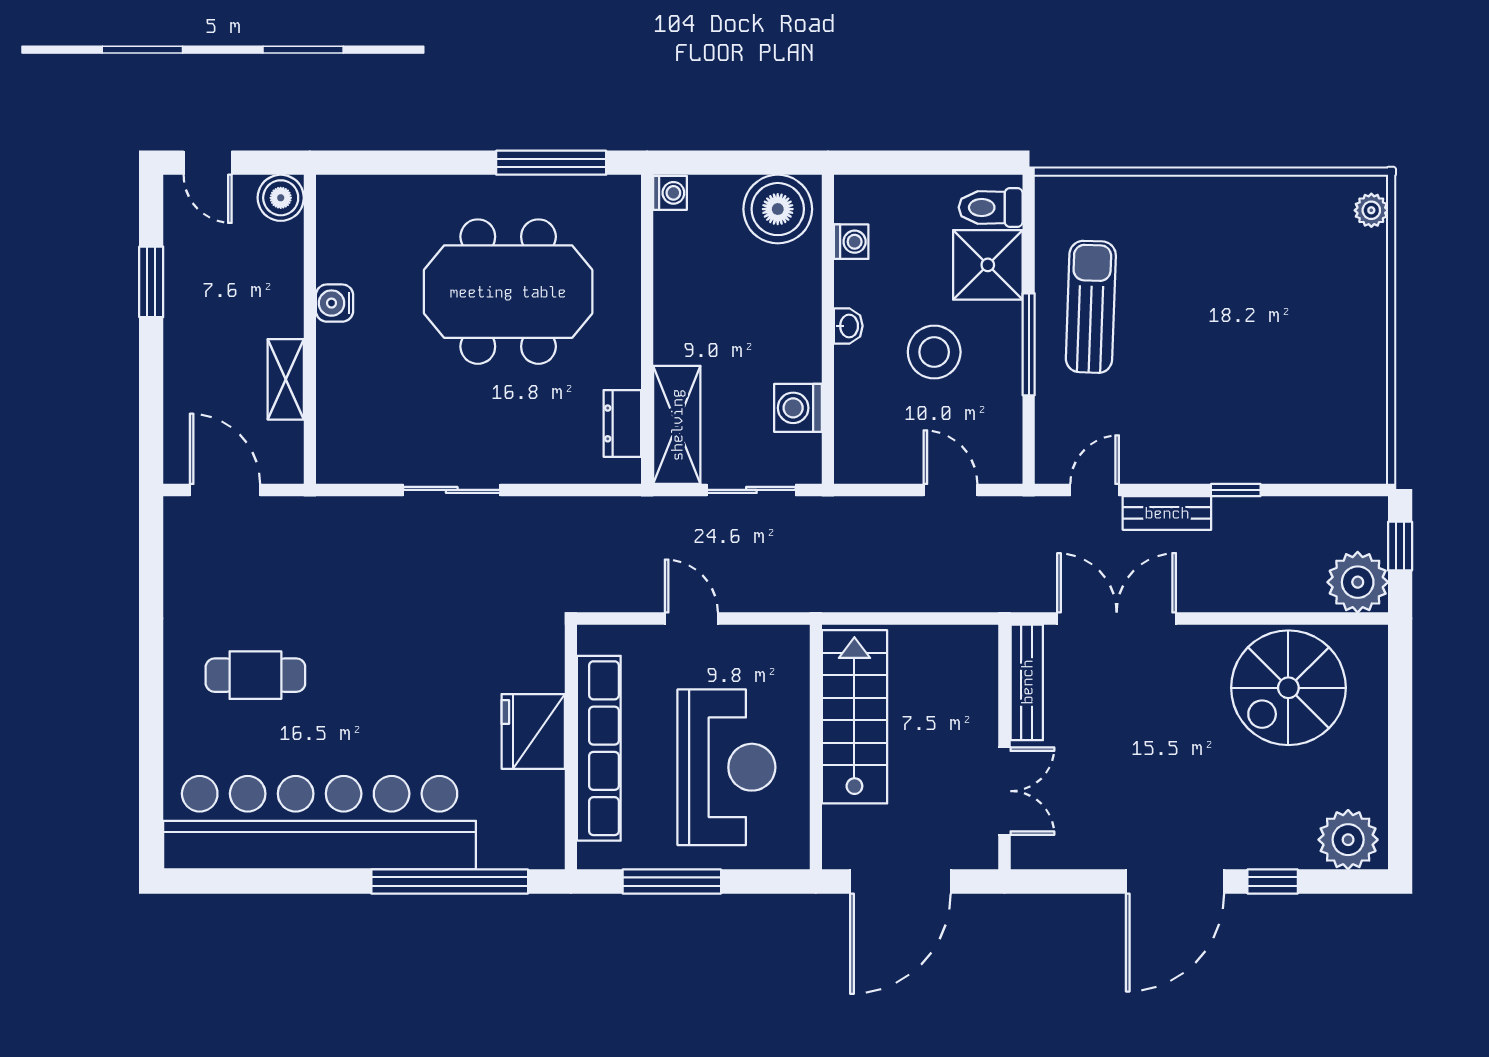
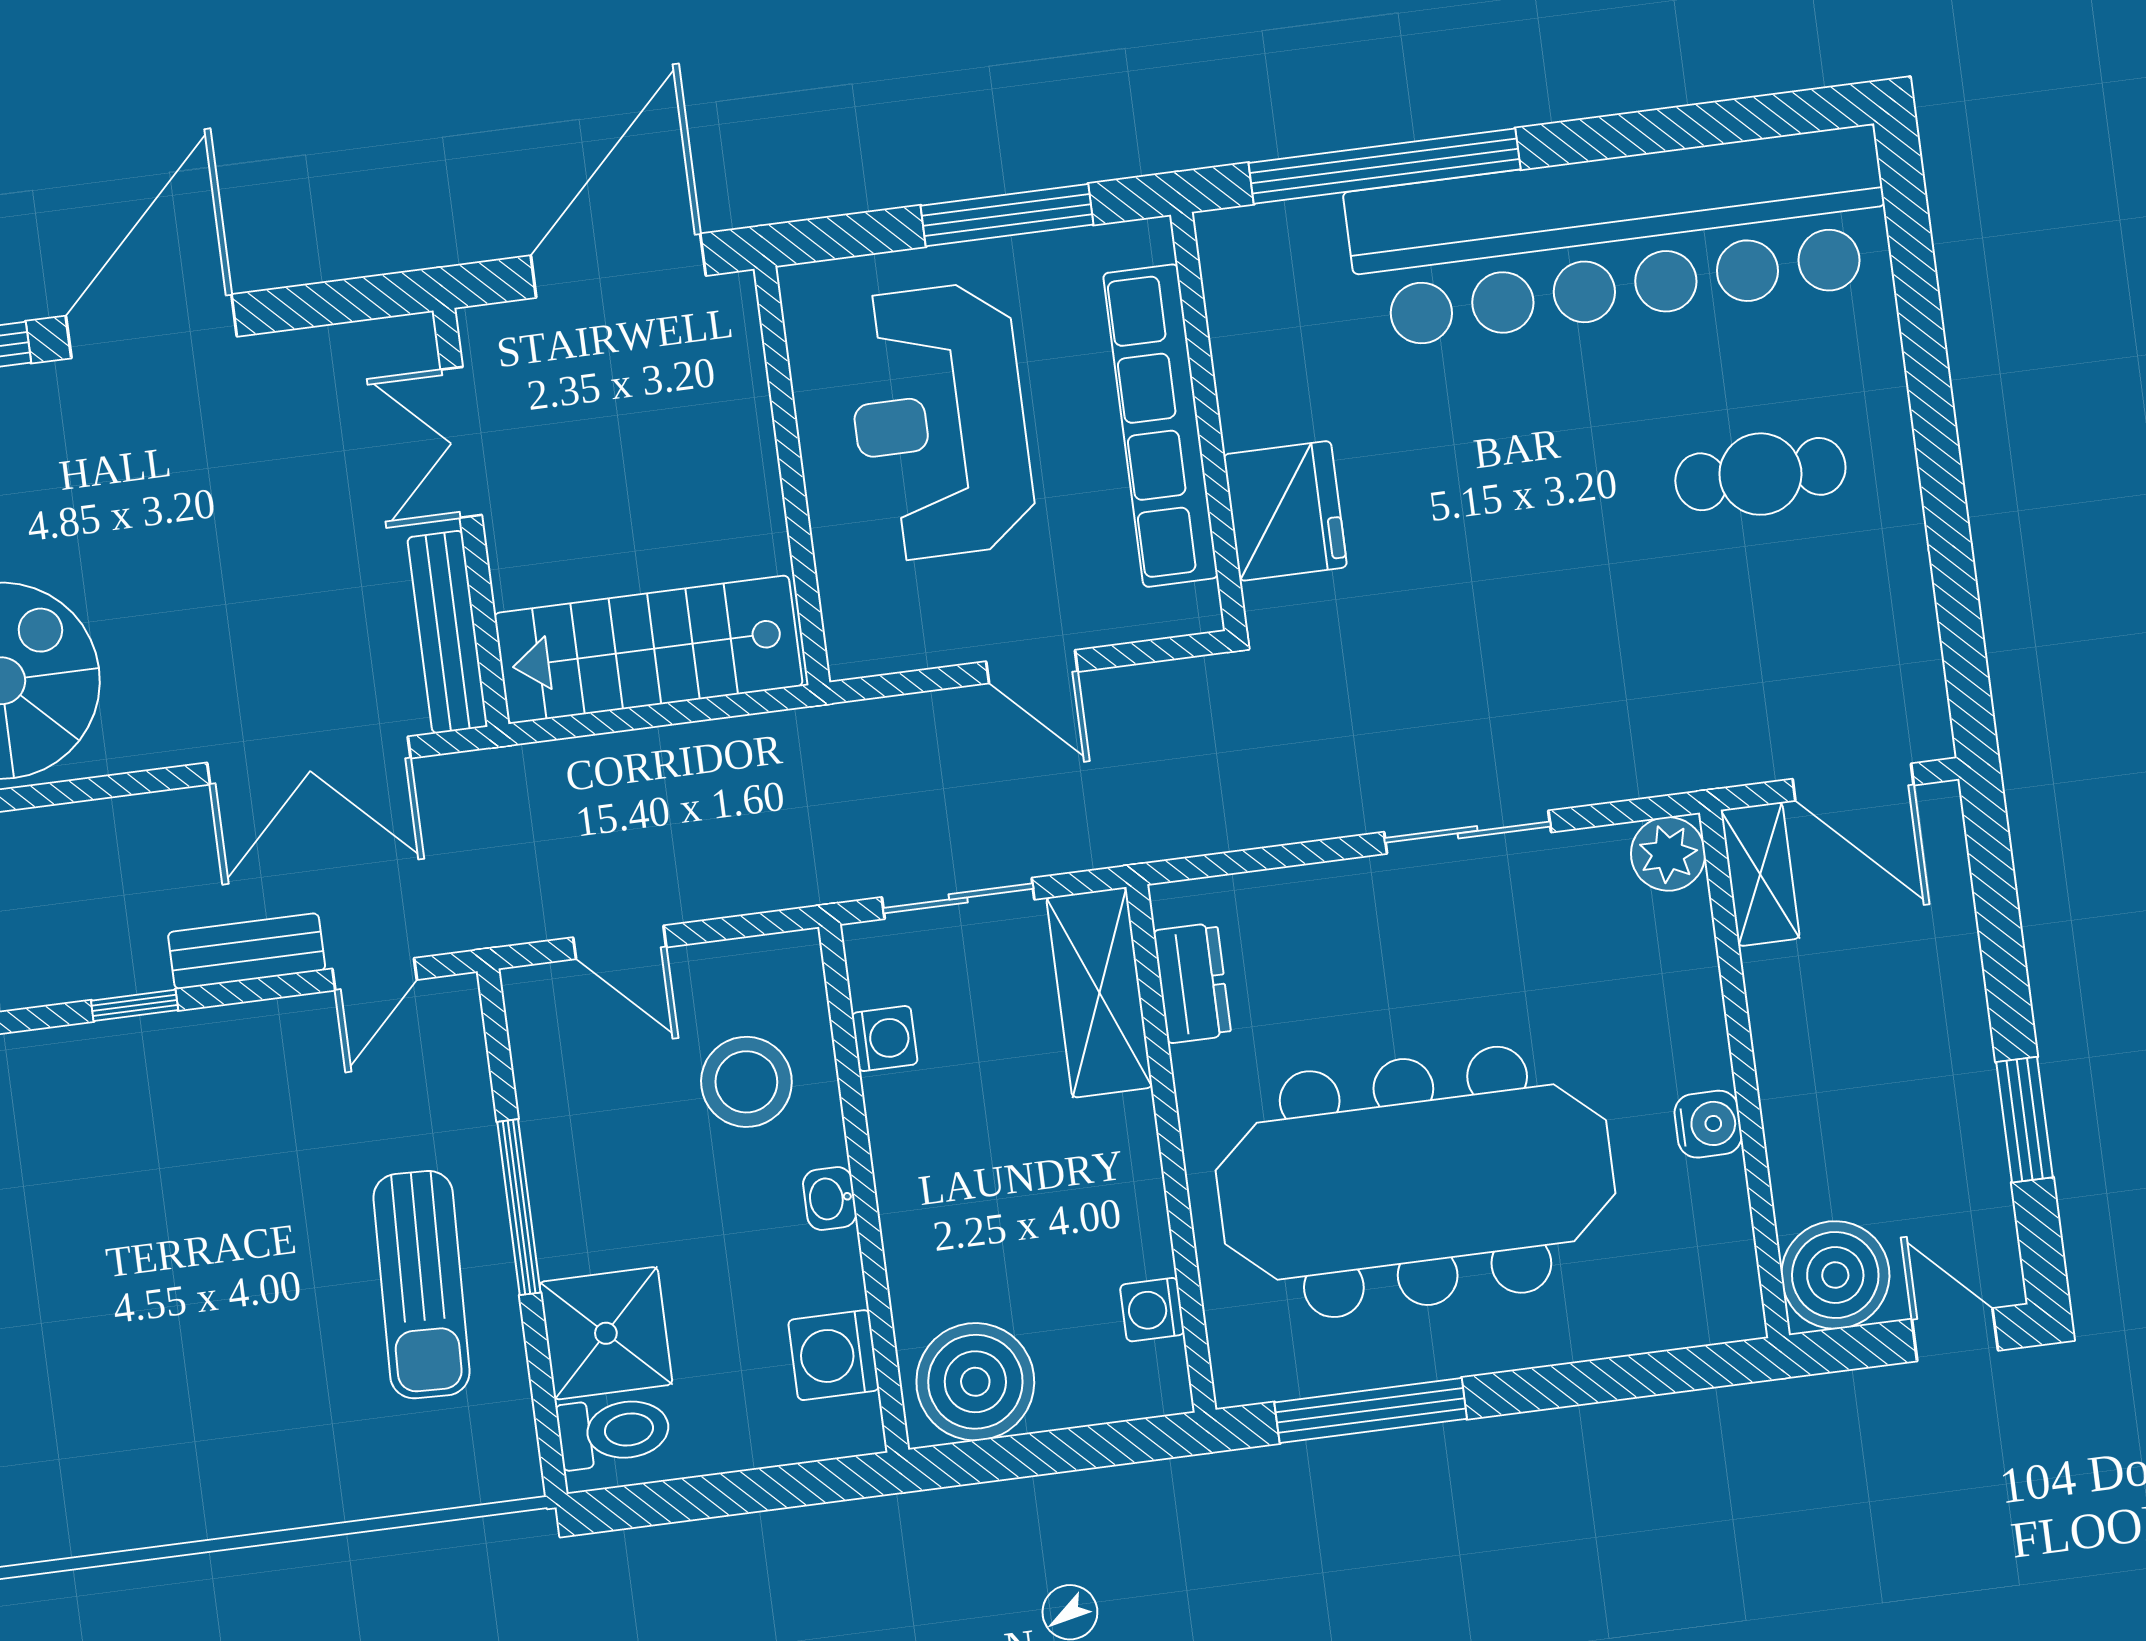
washing machine: (670, 193) -> (1152, 1310), moved
boiler: (281, 198) -> (1835, 1275), width x1.37, depth x1.37
washing machine: (851, 242) -> (834, 1355), width x1.38, depth x1.38
meeting table: (508, 292) -> (1416, 1182), width x1.36
stool: (934, 352) -> (746, 1082), moved
shelving: (286, 379) -> (1760, 874), moved
washing machine: (798, 408) -> (885, 1039), width x0.73, depth x0.73
plant: (337, 462) -> (1668, 854), added
stairs: (854, 717) -> (648, 650), moved, turned 90
fridge: (533, 731) -> (1285, 511), moved

